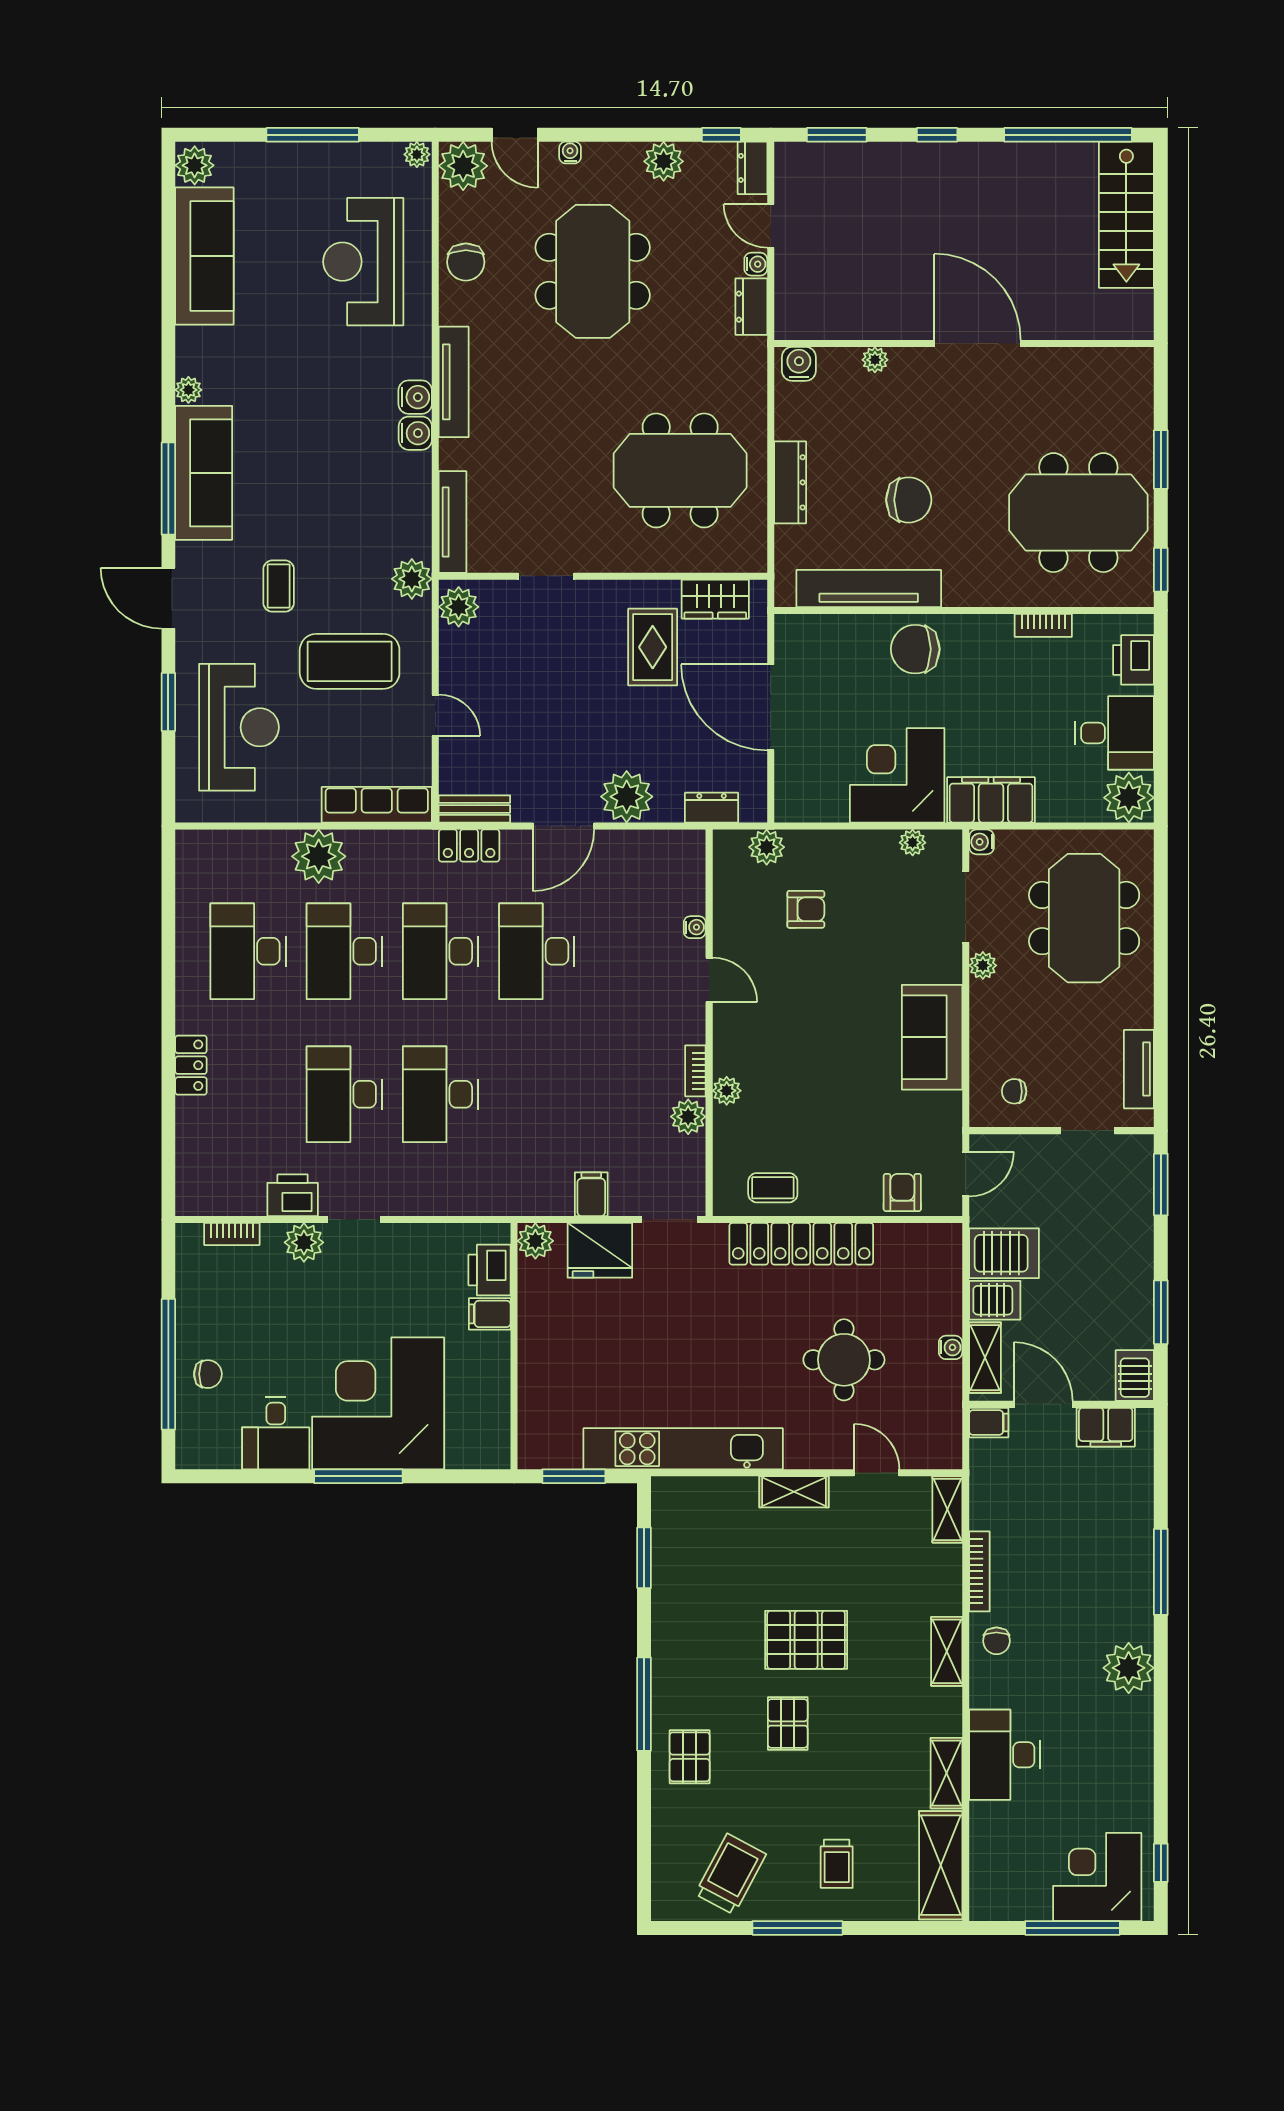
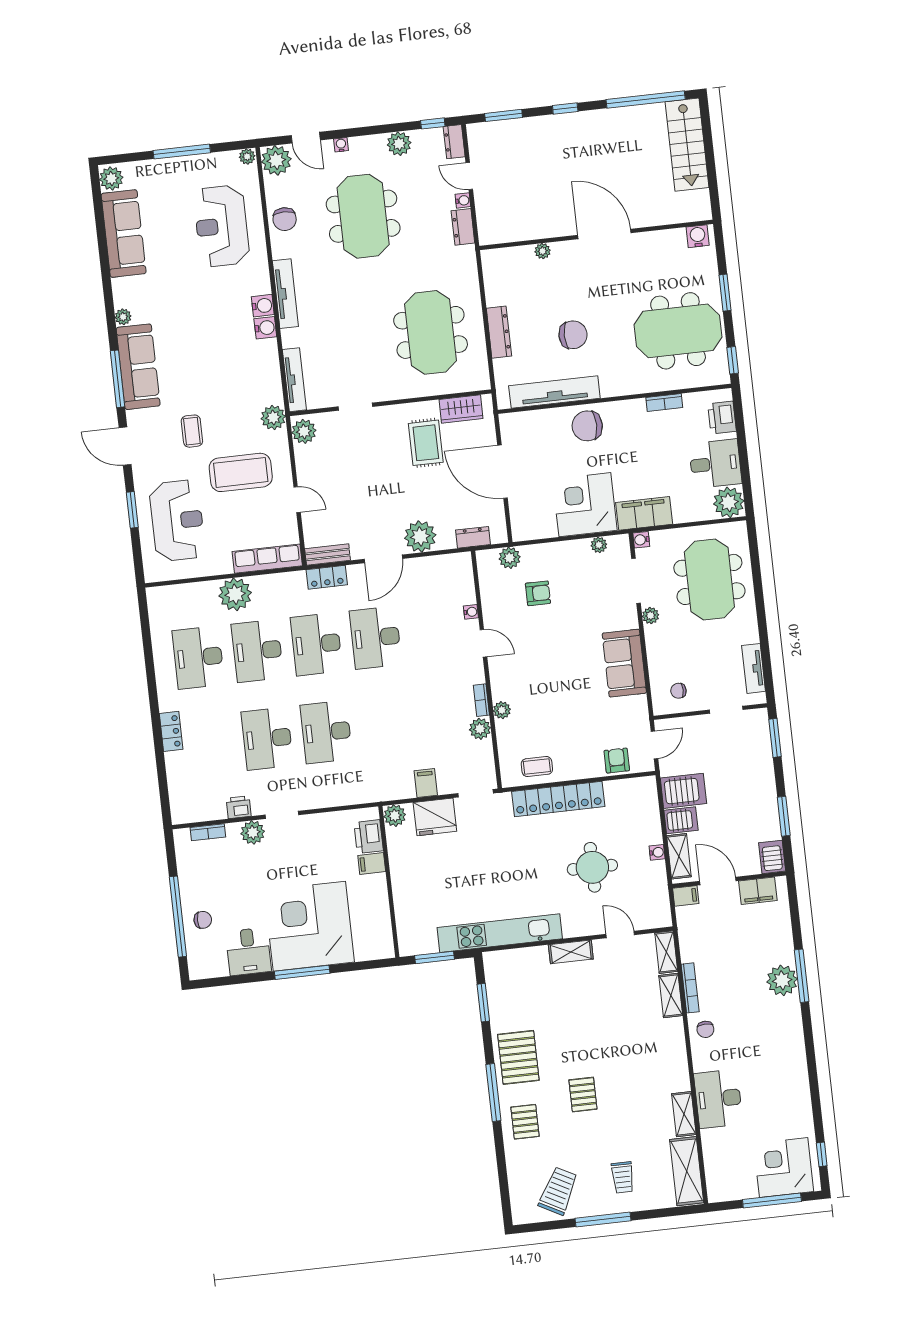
water cooler: (799, 364) -> (698, 236), moved
meeting table: (680, 470) -> (431, 332), turned 90
printer: (293, 1195) -> (239, 807), width x0.73, depth x0.81
pallet: (806, 1640) -> (518, 1057), moved, turned 90
shelving: (947, 1651) -> (671, 995), moved
plant: (1129, 1668) -> (782, 980), moved

